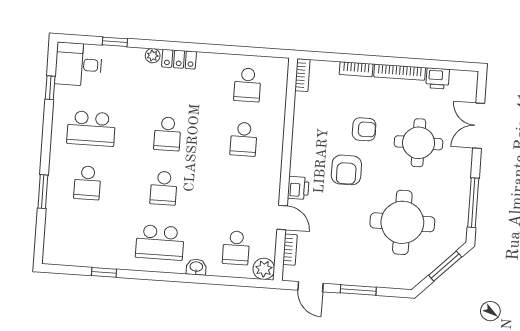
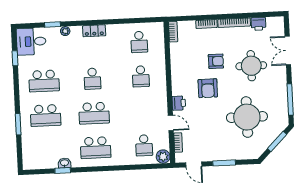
plant: (153, 56) -> (65, 31), moved
school desk: (87, 183) -> (46, 115), width x1.85
school desk: (164, 188) -> (94, 113), width x1.85
washbasin: (196, 267) -> (64, 163), moved

